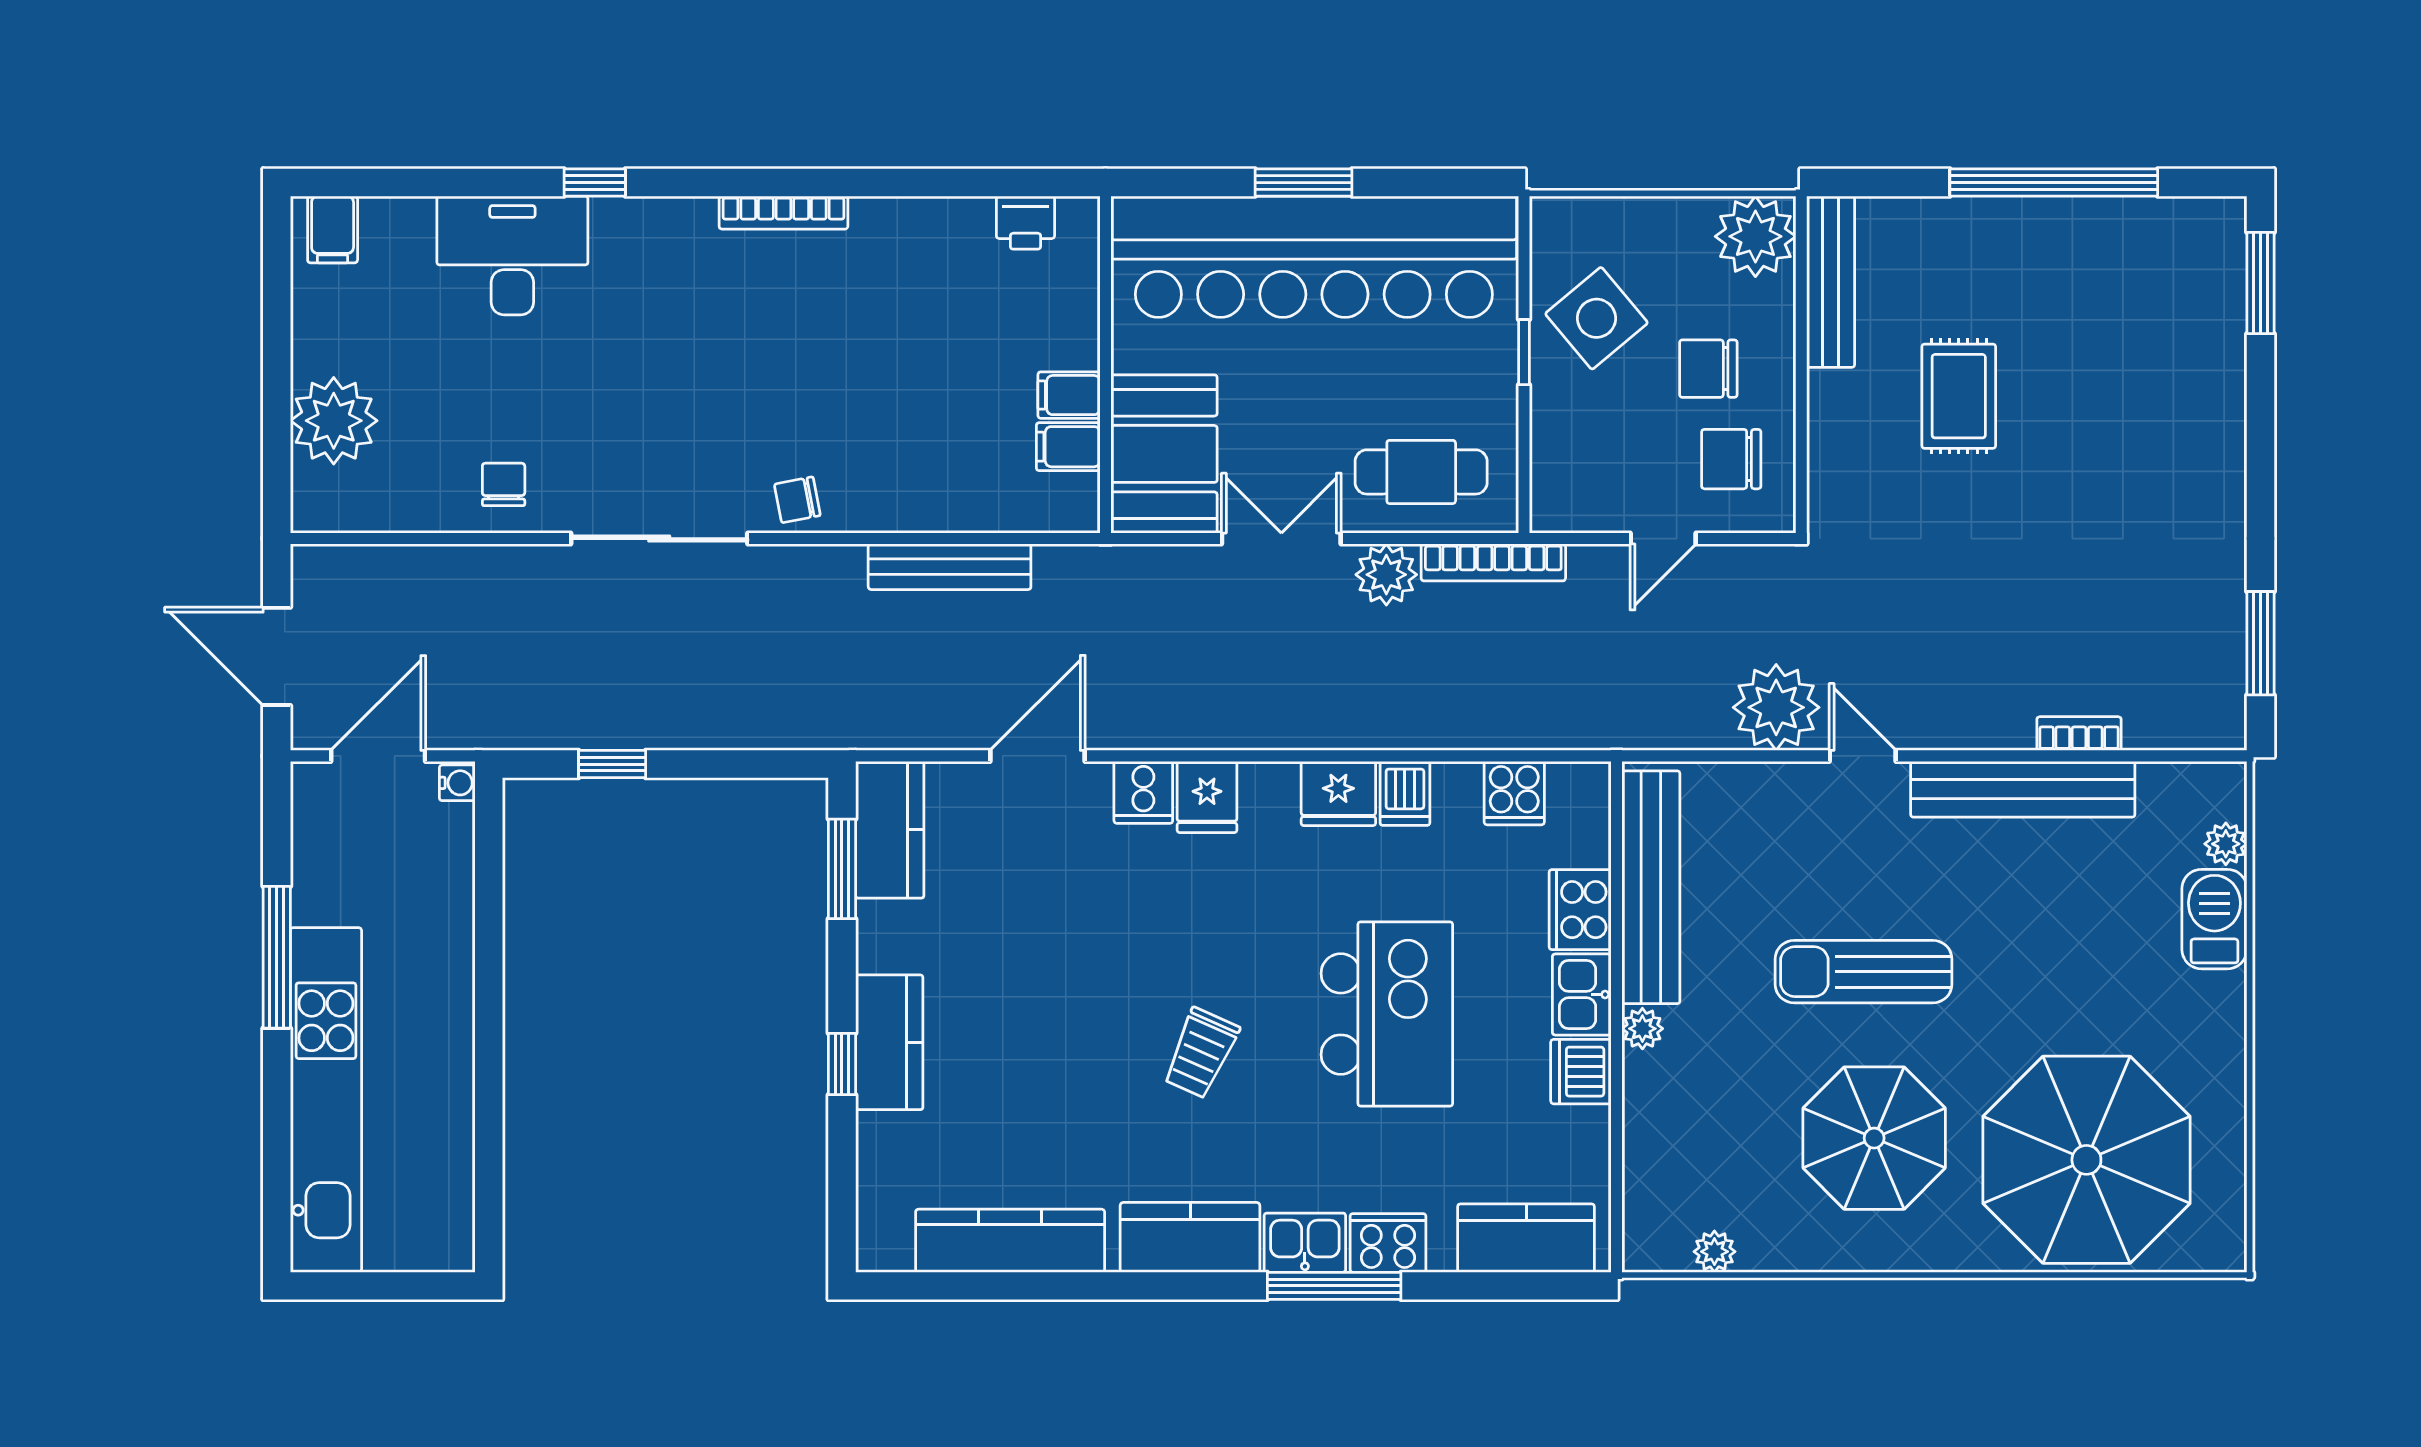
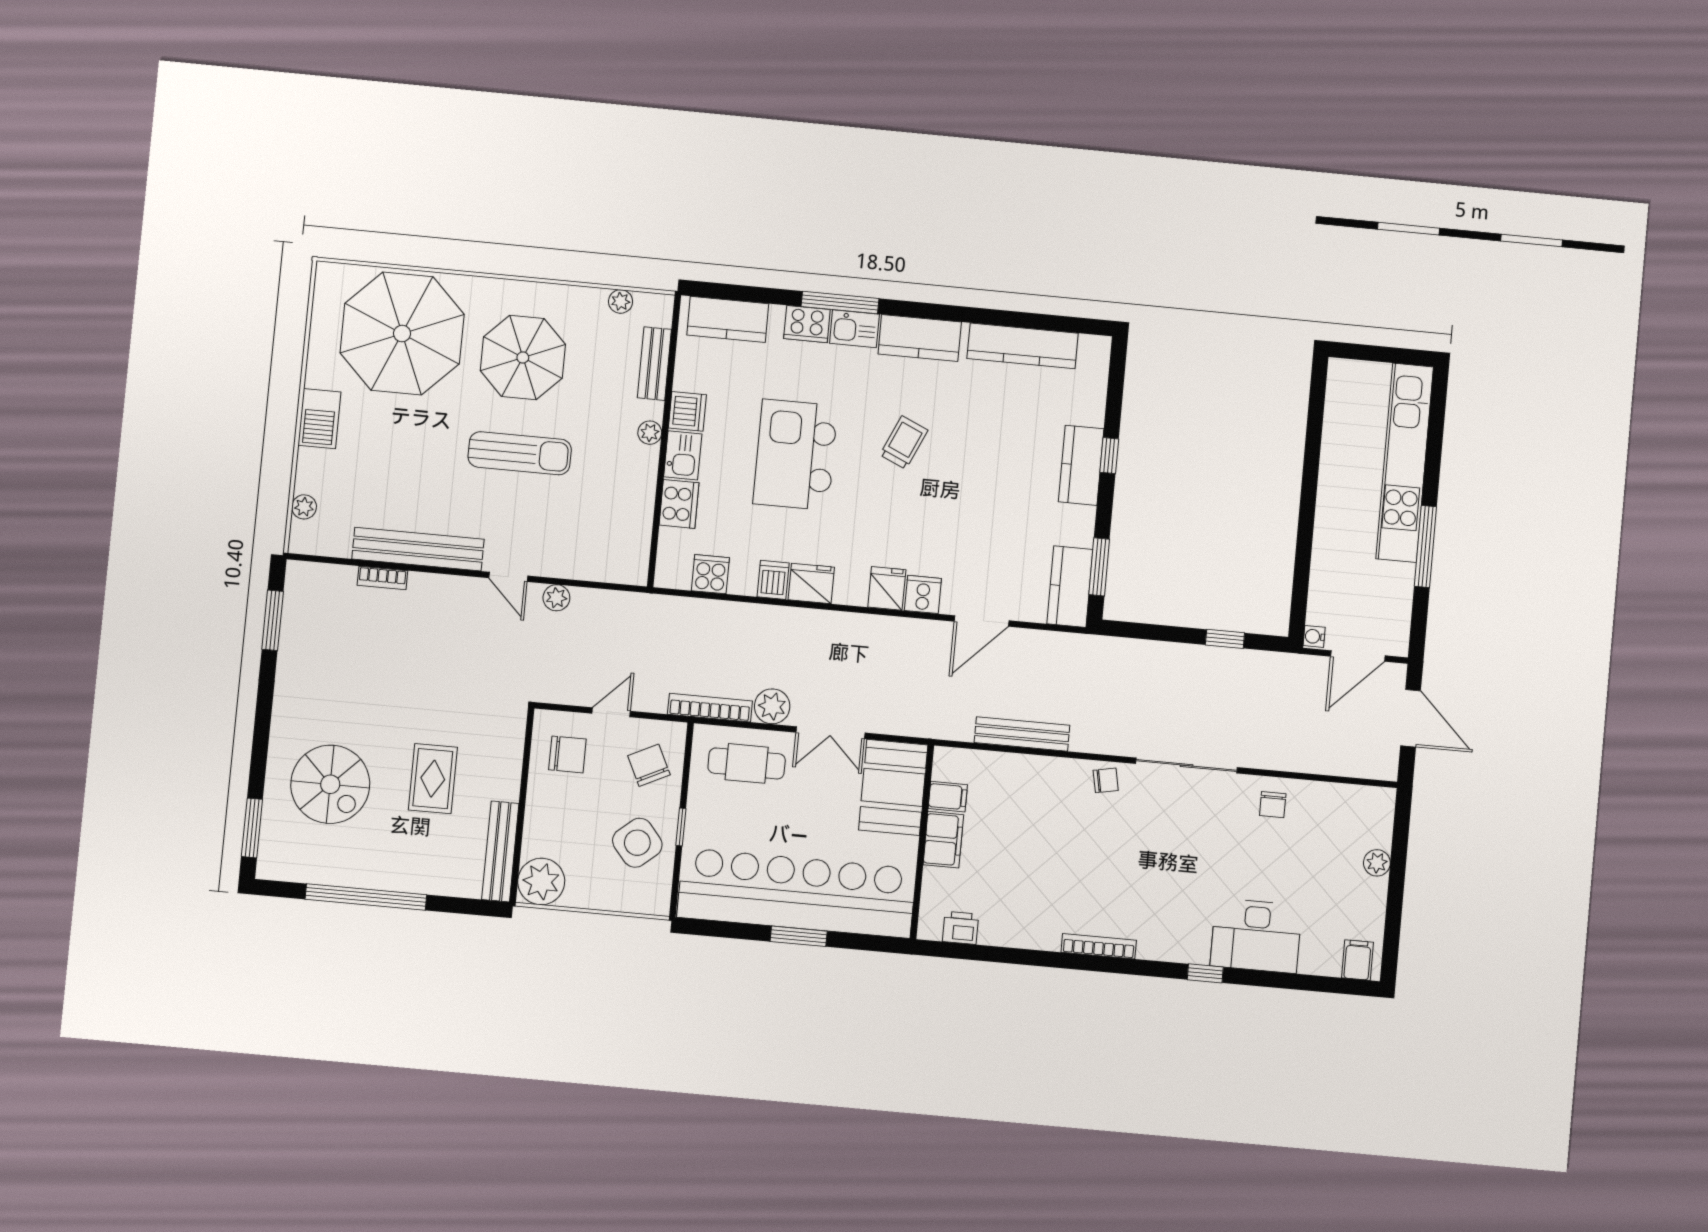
chair: (1708, 369) -> (649, 765), moved, turned -116
spiral stairs: (2134, 370) -> (330, 784), added
filing cabinet: (1069, 395) -> (943, 840), width x2.00
plant: (334, 421) -> (1377, 863), width x0.53, depth x0.53
plant: (1776, 707) -> (556, 598), width x0.53, depth x0.53
bench: (1651, 887) -> (654, 364), moved, width x0.54, depth x0.82
barbecue: (2214, 919) -> (319, 419), moved

